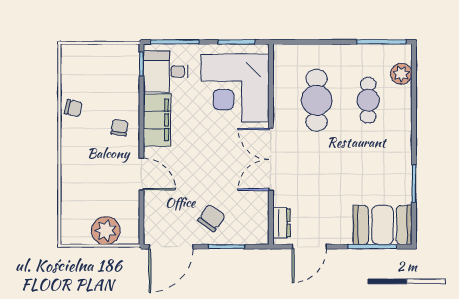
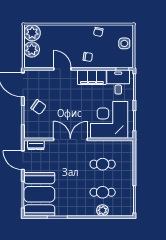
side table: (95, 60) -> (124, 43), added
plant: (401, 74) -> (102, 210), moved
cafe table: (317, 100) -> (103, 164), width x0.73, depth x0.74
door: (141, 174) -> (62, 69), swing flipped
booth: (383, 225) -> (39, 194), width x1.36, depth x1.42
plant: (75, 230) -> (32, 33), added

